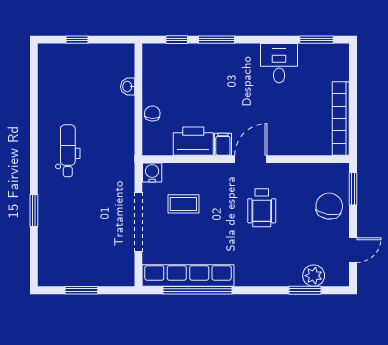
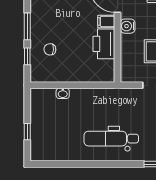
chair: (152, 113) -> (50, 49), moved
dental chair: (68, 151) -> (111, 139), width x1.36, depth x1.38
water cooler: (152, 173) -> (128, 26), moved

